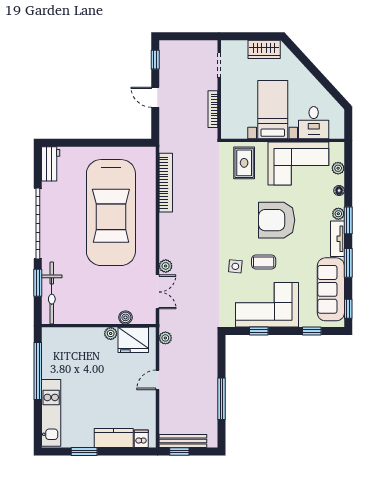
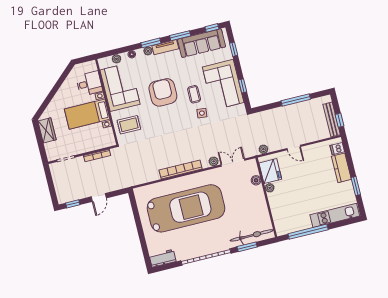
bookcase: (166, 183) -> (181, 169), moved
armchair: (277, 220) -> (163, 92), turned 180

